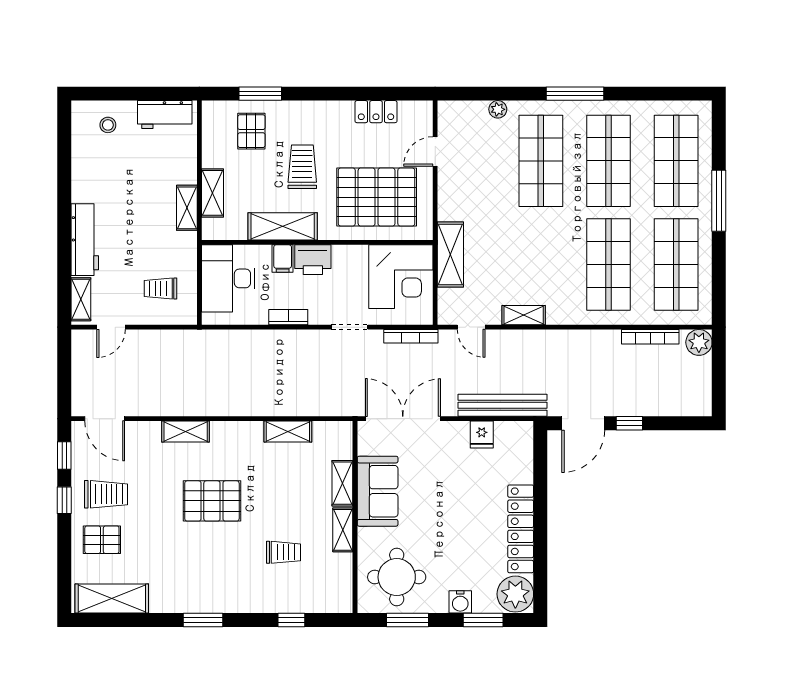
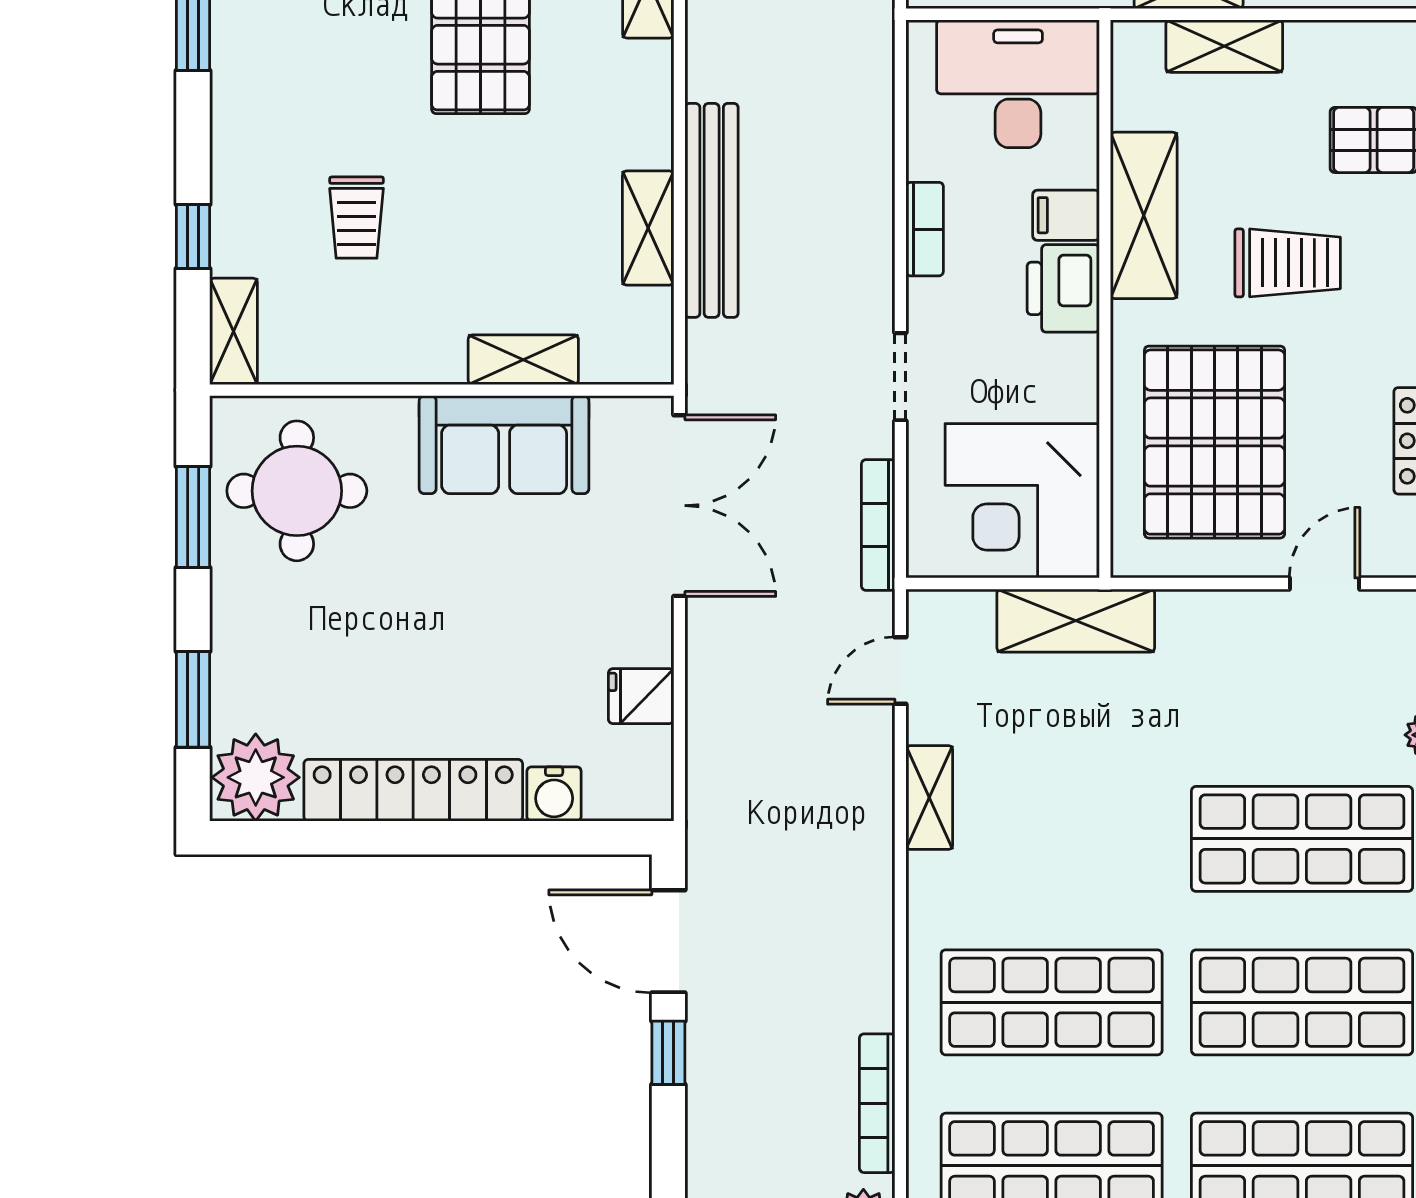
door: (435, 151) -> (1324, 583), hinge flipped
bench: (503, 405) -> (712, 210), moved
shelving: (343, 530) -> (234, 331), moved, turned 90
water cooler: (460, 602) -> (554, 794), moved, turned -90

